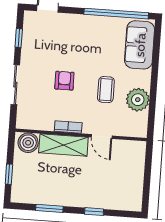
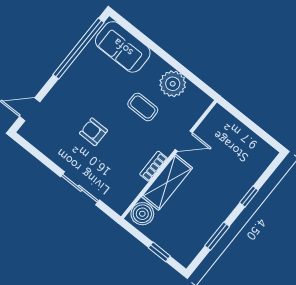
window: (19, 38) -> (39, 155), removed
armchair: (64, 81) -> (93, 132), moved

